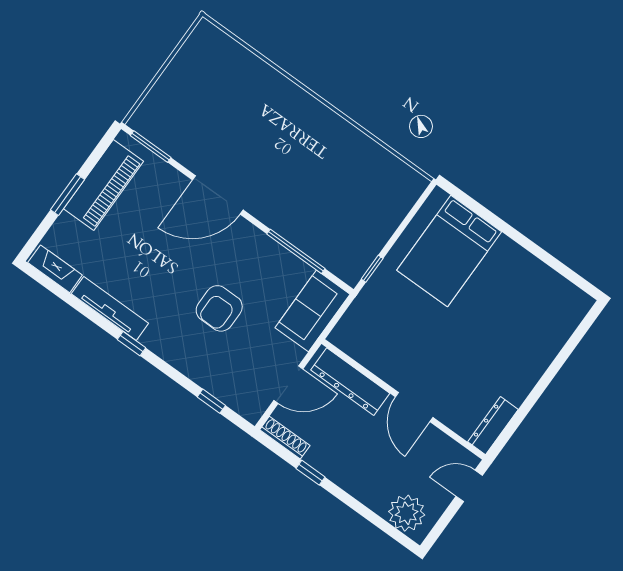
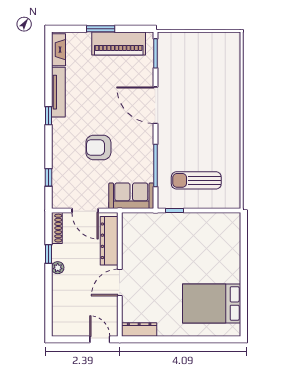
sun lounger: (353, 212) -> (196, 180), added
bed: (449, 251) -> (212, 304), moved
plant: (407, 513) -> (58, 268), moved, width x0.53, depth x0.53

